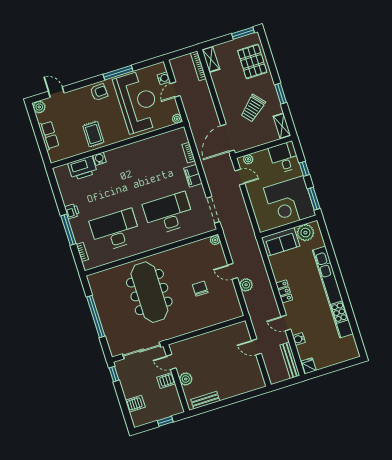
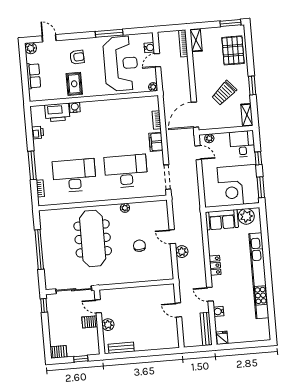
armchair: (99, 92) -> (77, 57), moved
printer: (72, 211) -> (38, 132), moved
plant: (215, 240) -> (125, 208), moved
server rack: (135, 404) -> (58, 352), moved

